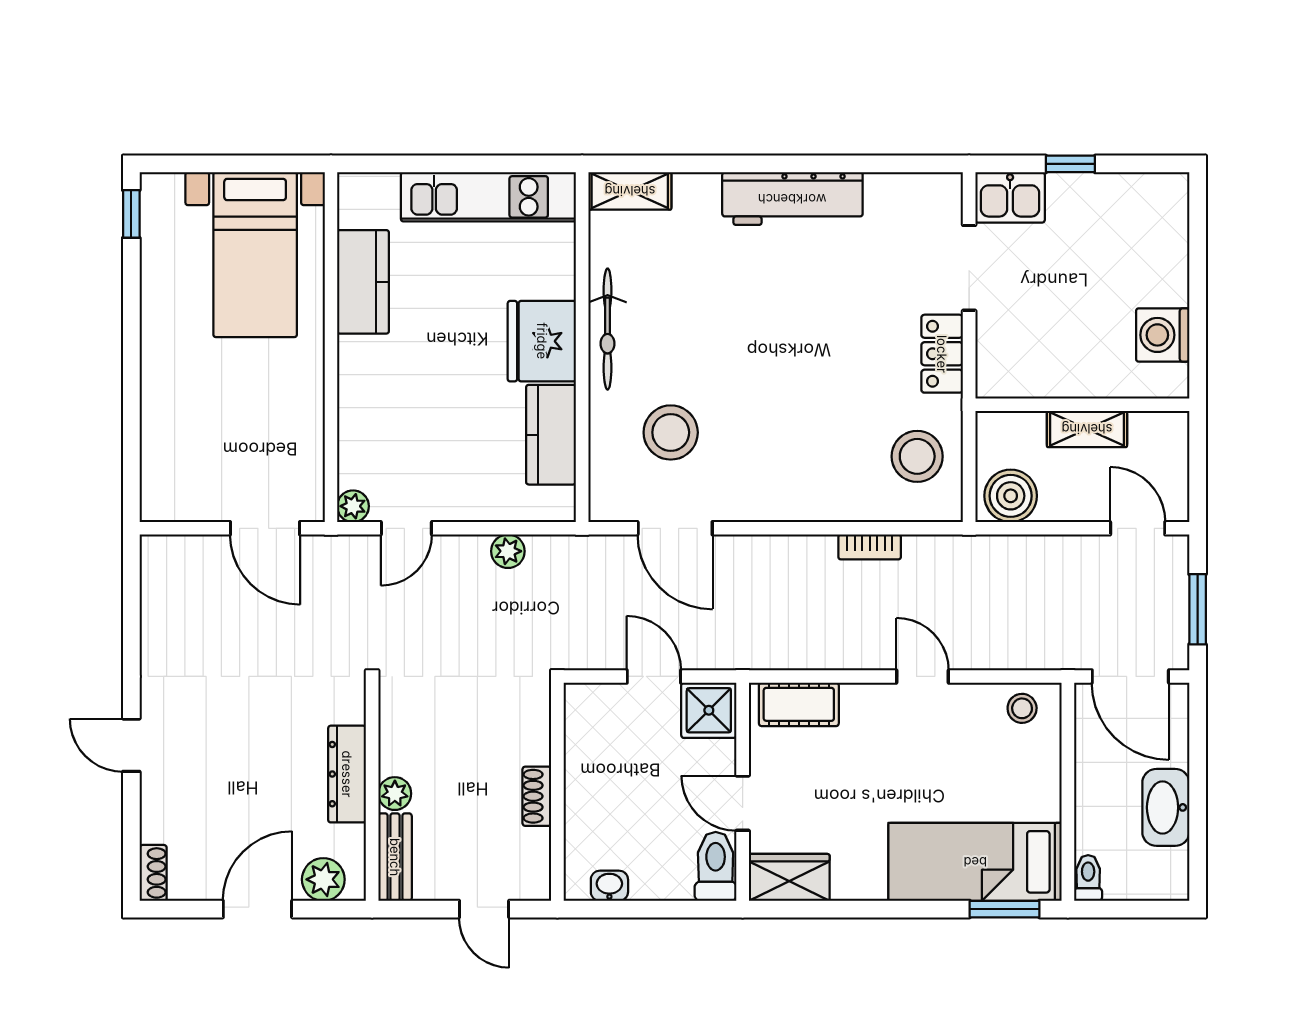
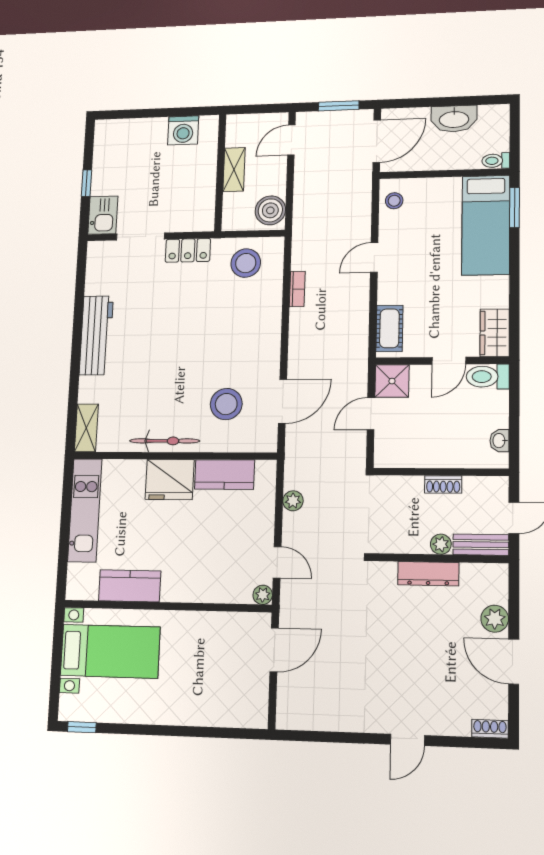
dresser: (347, 774) -> (428, 574), moved
wall: (372, 792) -> (440, 558), moved
plant: (395, 794) -> (441, 544), moved
bench: (395, 857) -> (481, 545), moved

